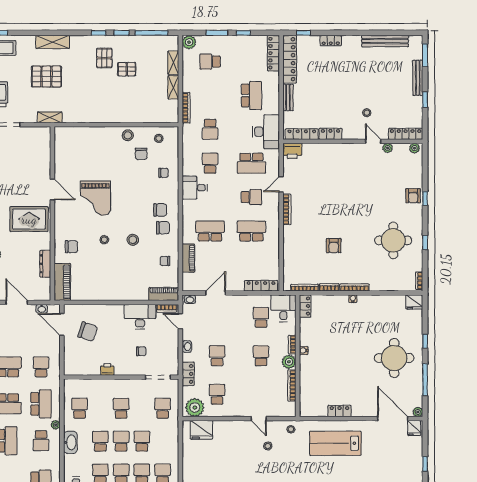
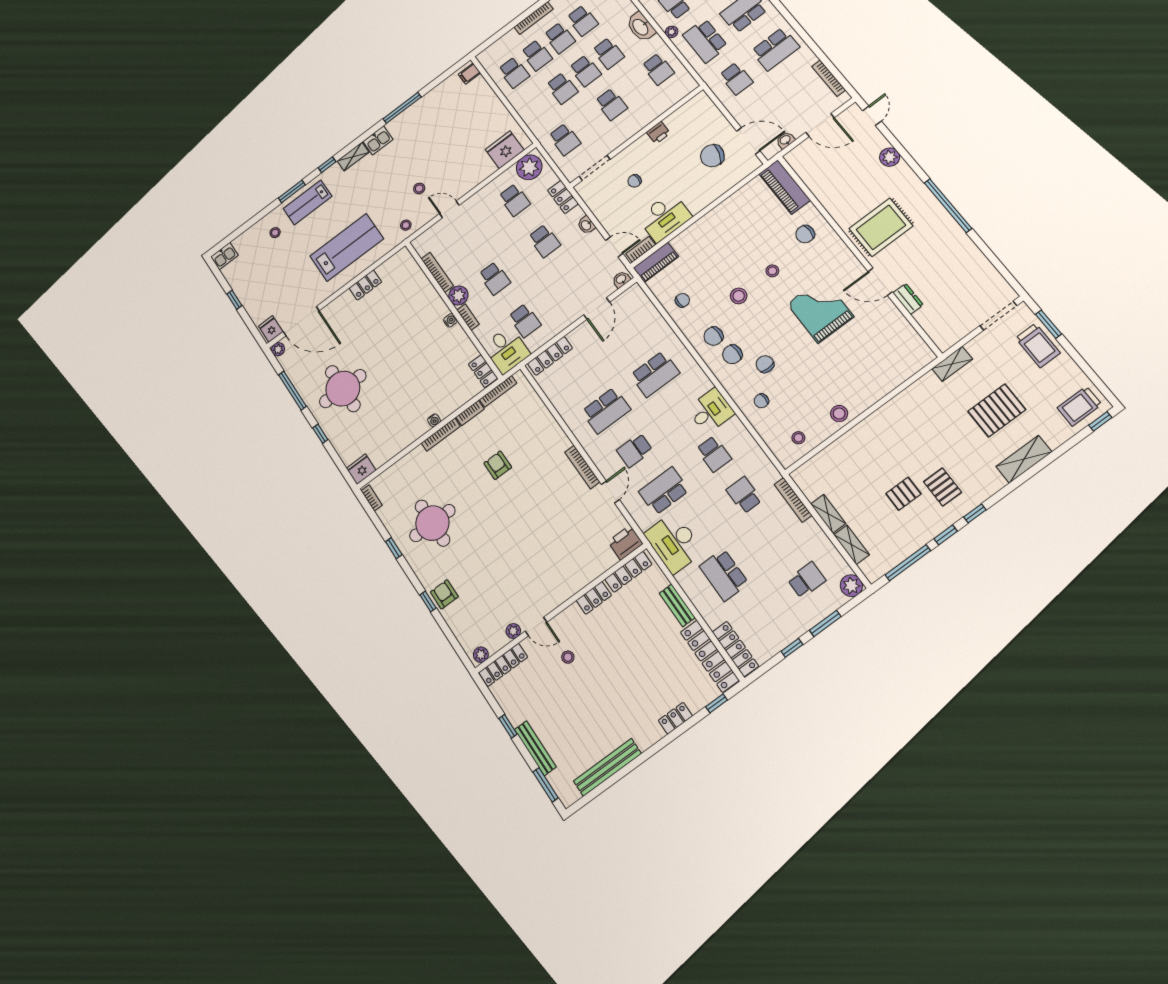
chair: (141, 154) -> (765, 364), moved
piano: (188, 258) -> (657, 324), removed
dresser: (45, 264) -> (908, 299), moved, width x0.70

